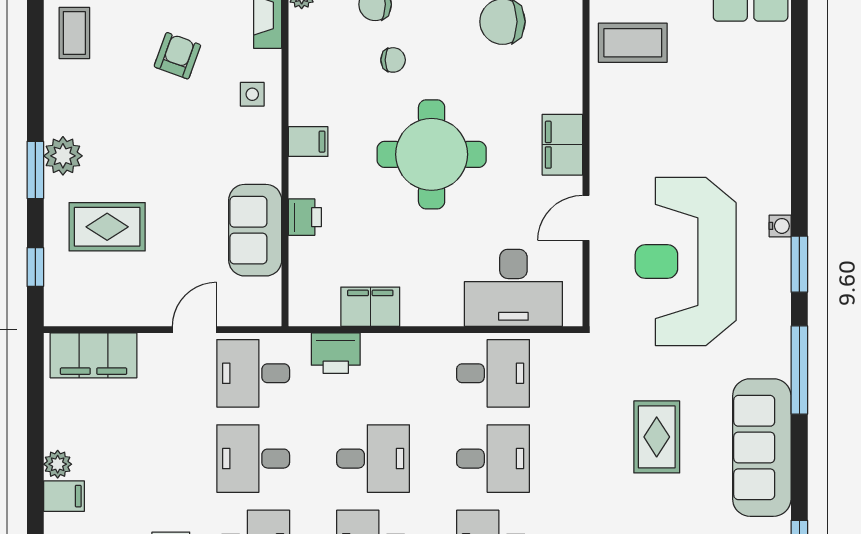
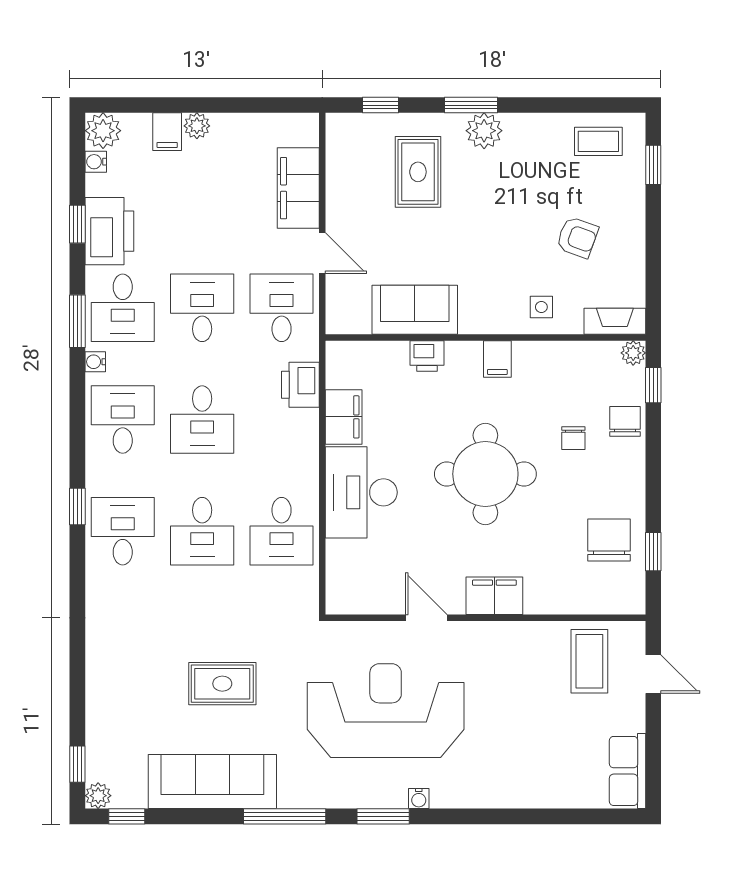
desk: (513, 288) -> (361, 492), moved
filing cabinet: (94, 355) -> (298, 188), moved

